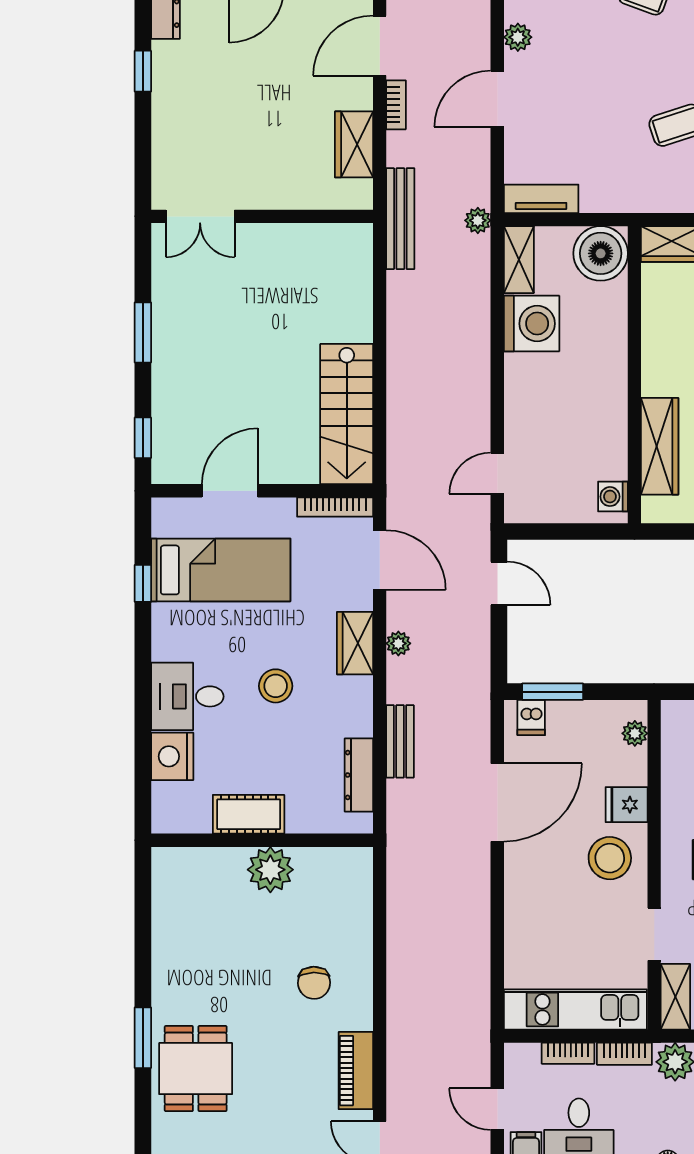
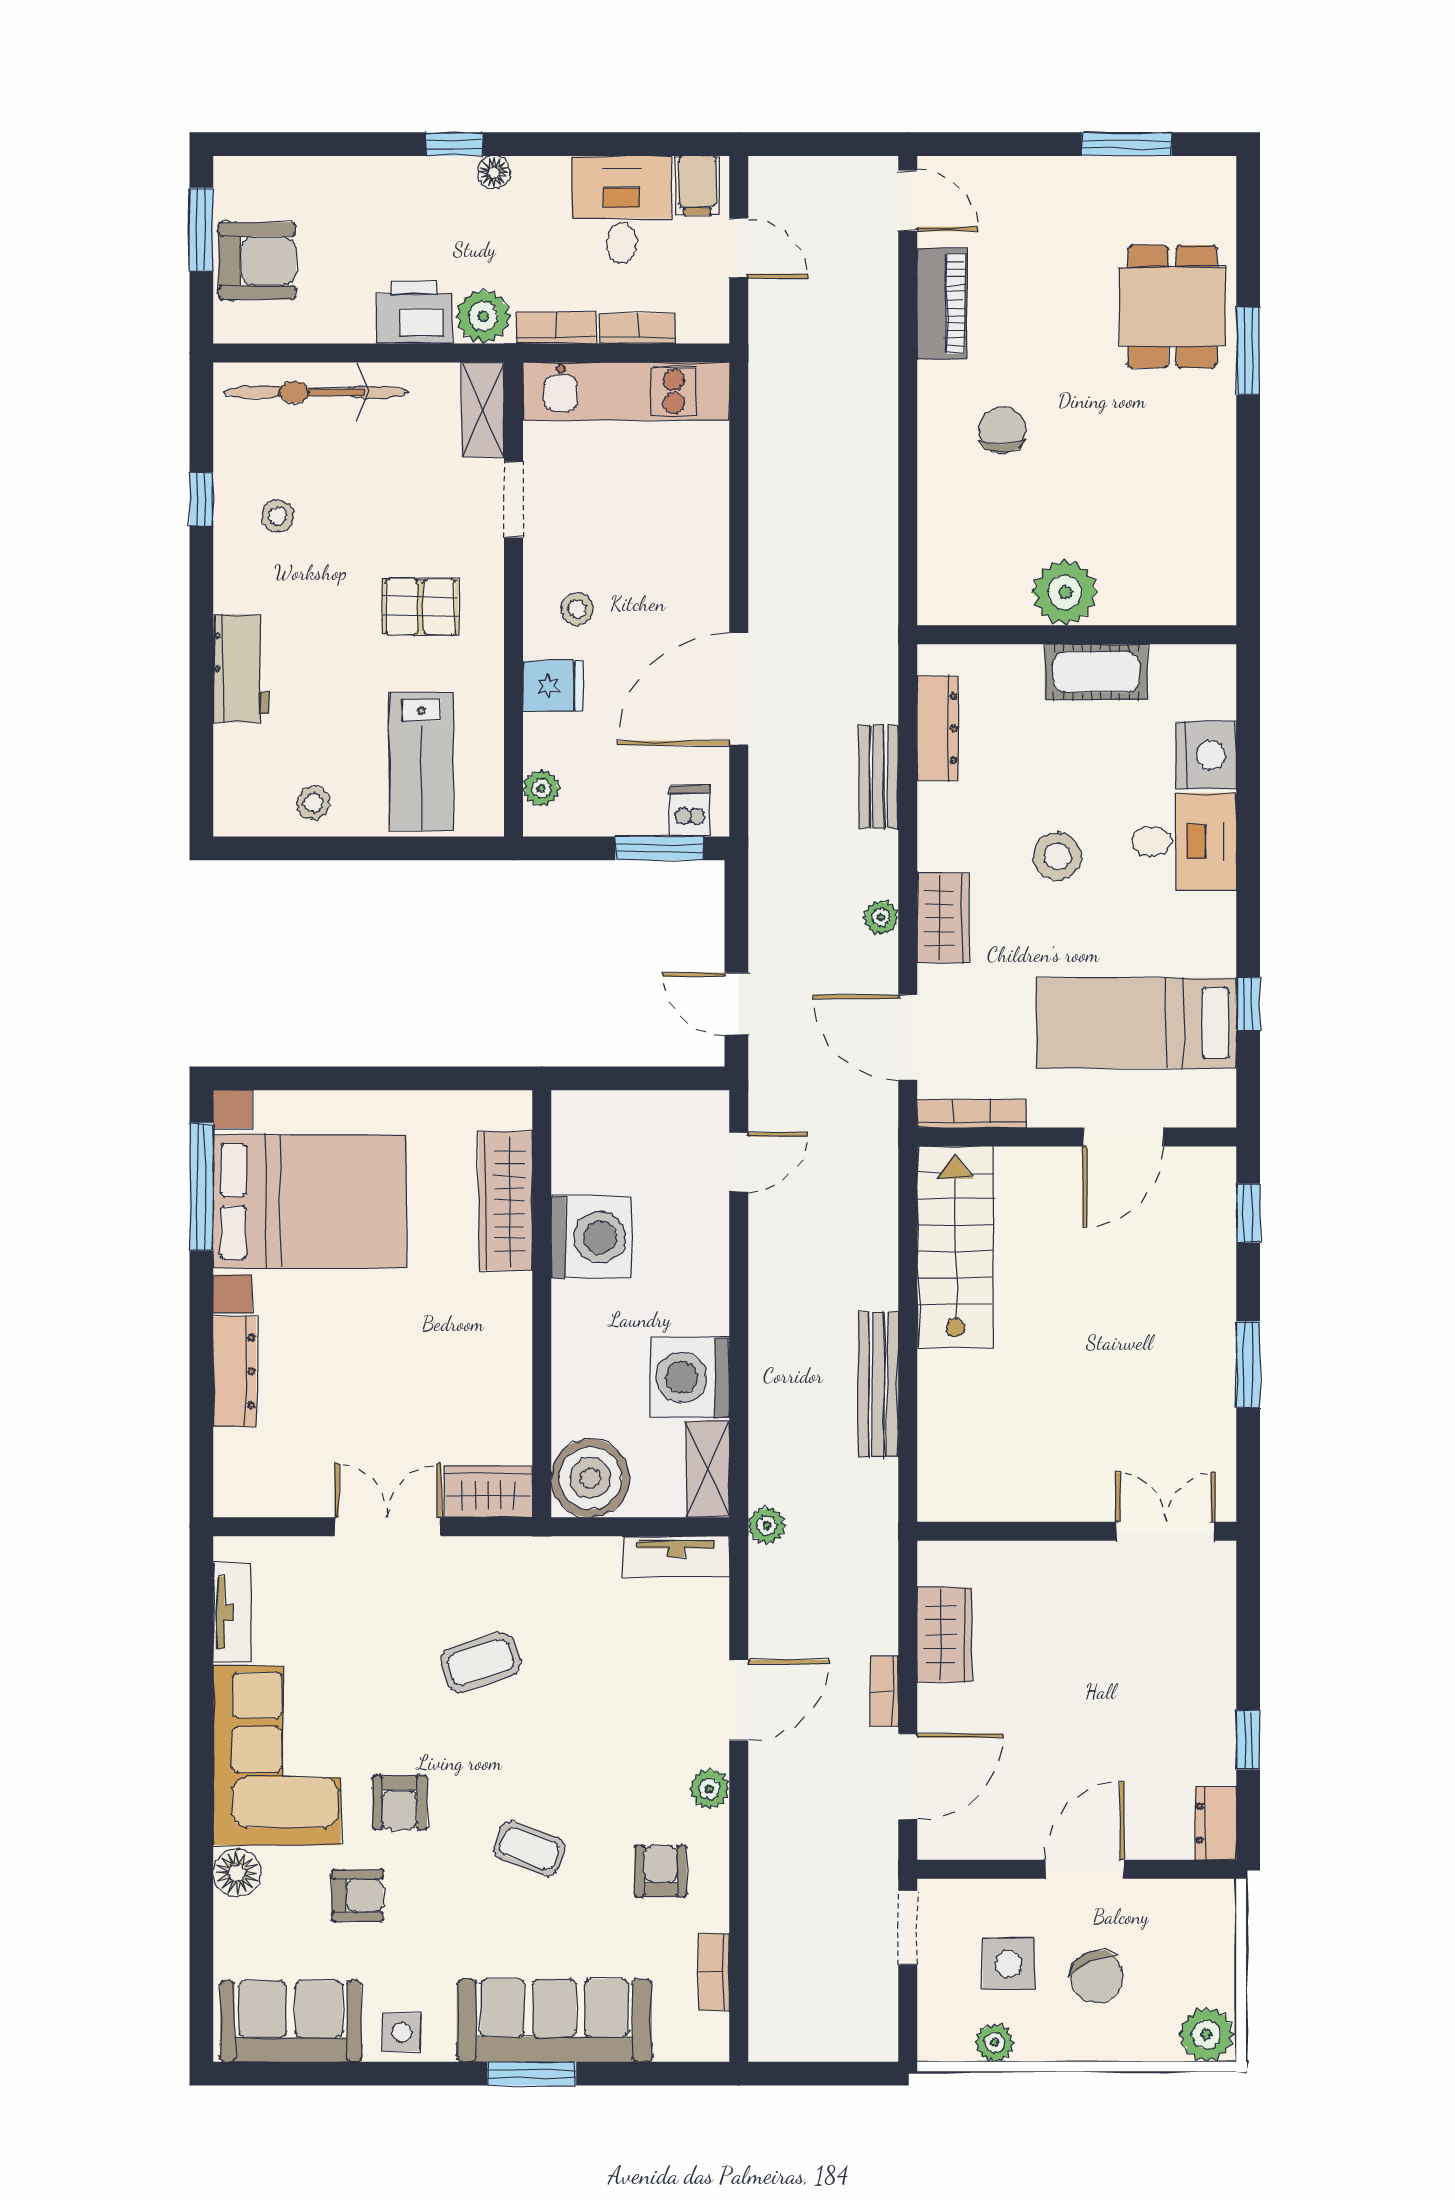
bench: (400, 219) -> (878, 1385), moved
washing machine: (613, 497) -> (592, 1237), moved, width x1.89, depth x1.89
stool: (610, 858) -> (577, 609), width x0.53, depth x0.53

